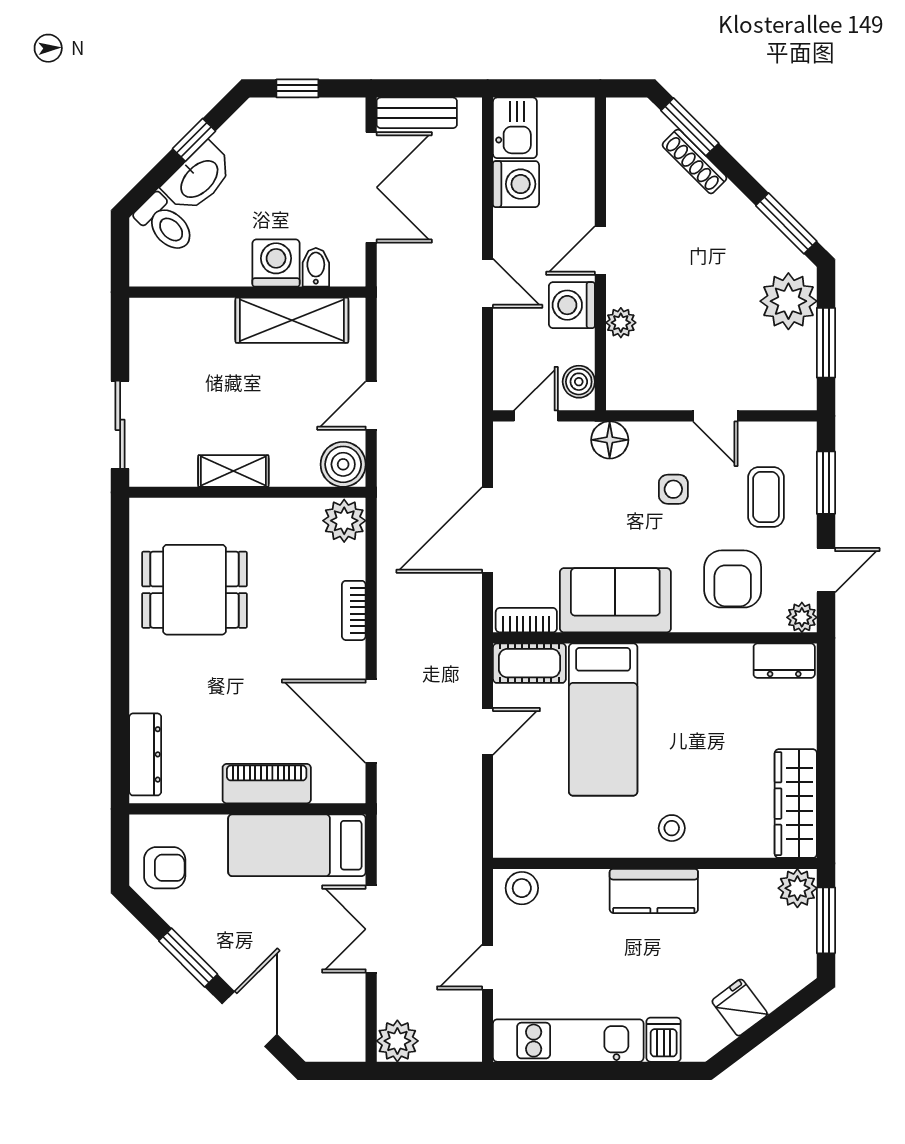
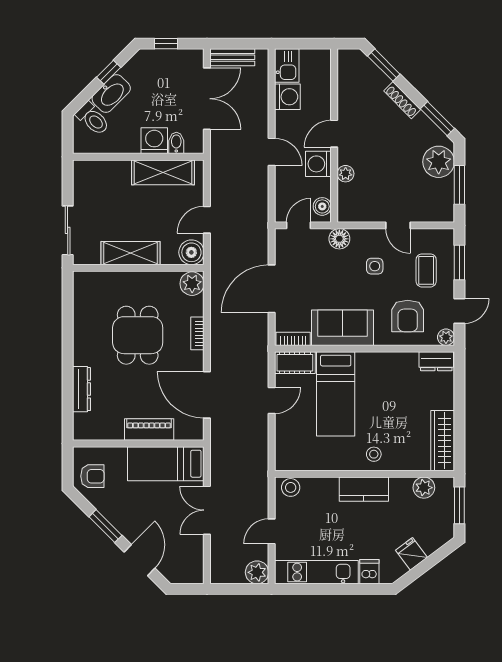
shoe rack: (694, 161) -> (402, 100), moved
shelving: (233, 471) -> (131, 253), width x1.50, depth x1.33
dining table: (194, 590) -> (138, 335), moved, turned 90
dresser: (145, 754) -> (82, 389), moved
plant: (797, 888) -> (424, 488), moved
plant: (397, 1041) -> (257, 572), moved

